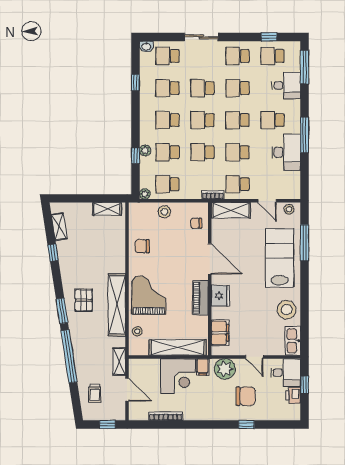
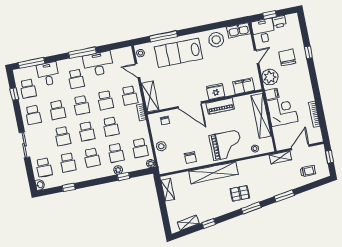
door: (267, 201) -> (137, 71), swing flipped
door: (210, 259) -> (190, 105), swing flipped
grand piano: (149, 295) -> (226, 145), turned 180
shelving: (117, 305) -> (214, 173), moved
window: (69, 356) -> (284, 196), width x0.47

